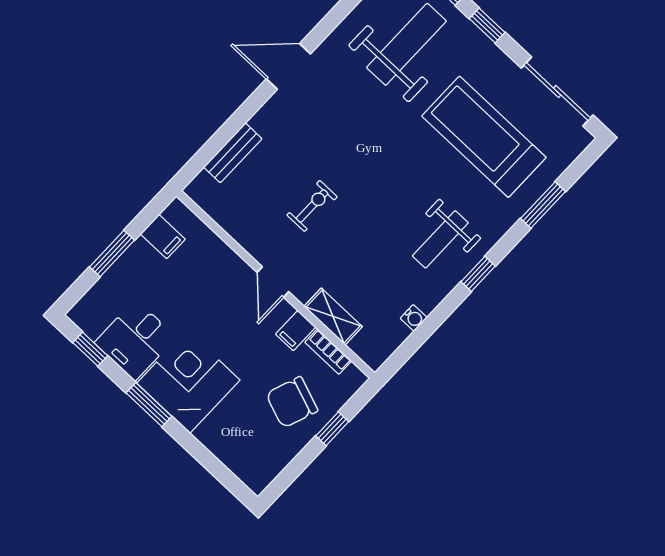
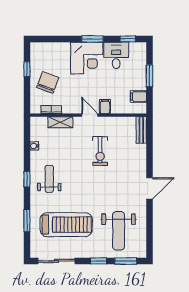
bench: (233, 153) -> (141, 130), moved
exercise bike: (312, 206) -> (100, 151), width x1.38, depth x1.39
filing cabinet: (296, 331) -> (105, 106), moved
window: (332, 429) -> (27, 69), moved

